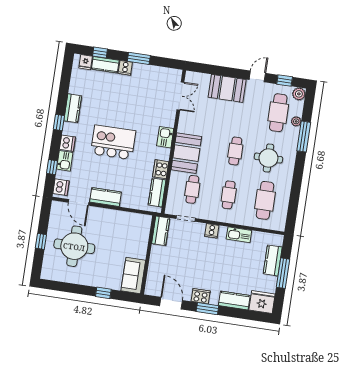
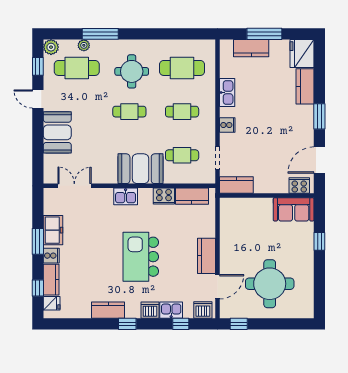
freezer: (146, 72) -> (53, 230), added
window: (41, 241) -> (239, 324), moved
cooker: (201, 296) -> (299, 186), moved, turned 90

